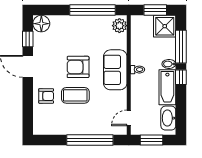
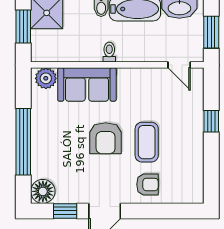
window: (93, 10) -> (23, 142), moved
sofa: (115, 70) -> (87, 84), moved
armchair: (46, 96) -> (148, 184), turned 90
window: (90, 140) -> (211, 121), width x0.32

